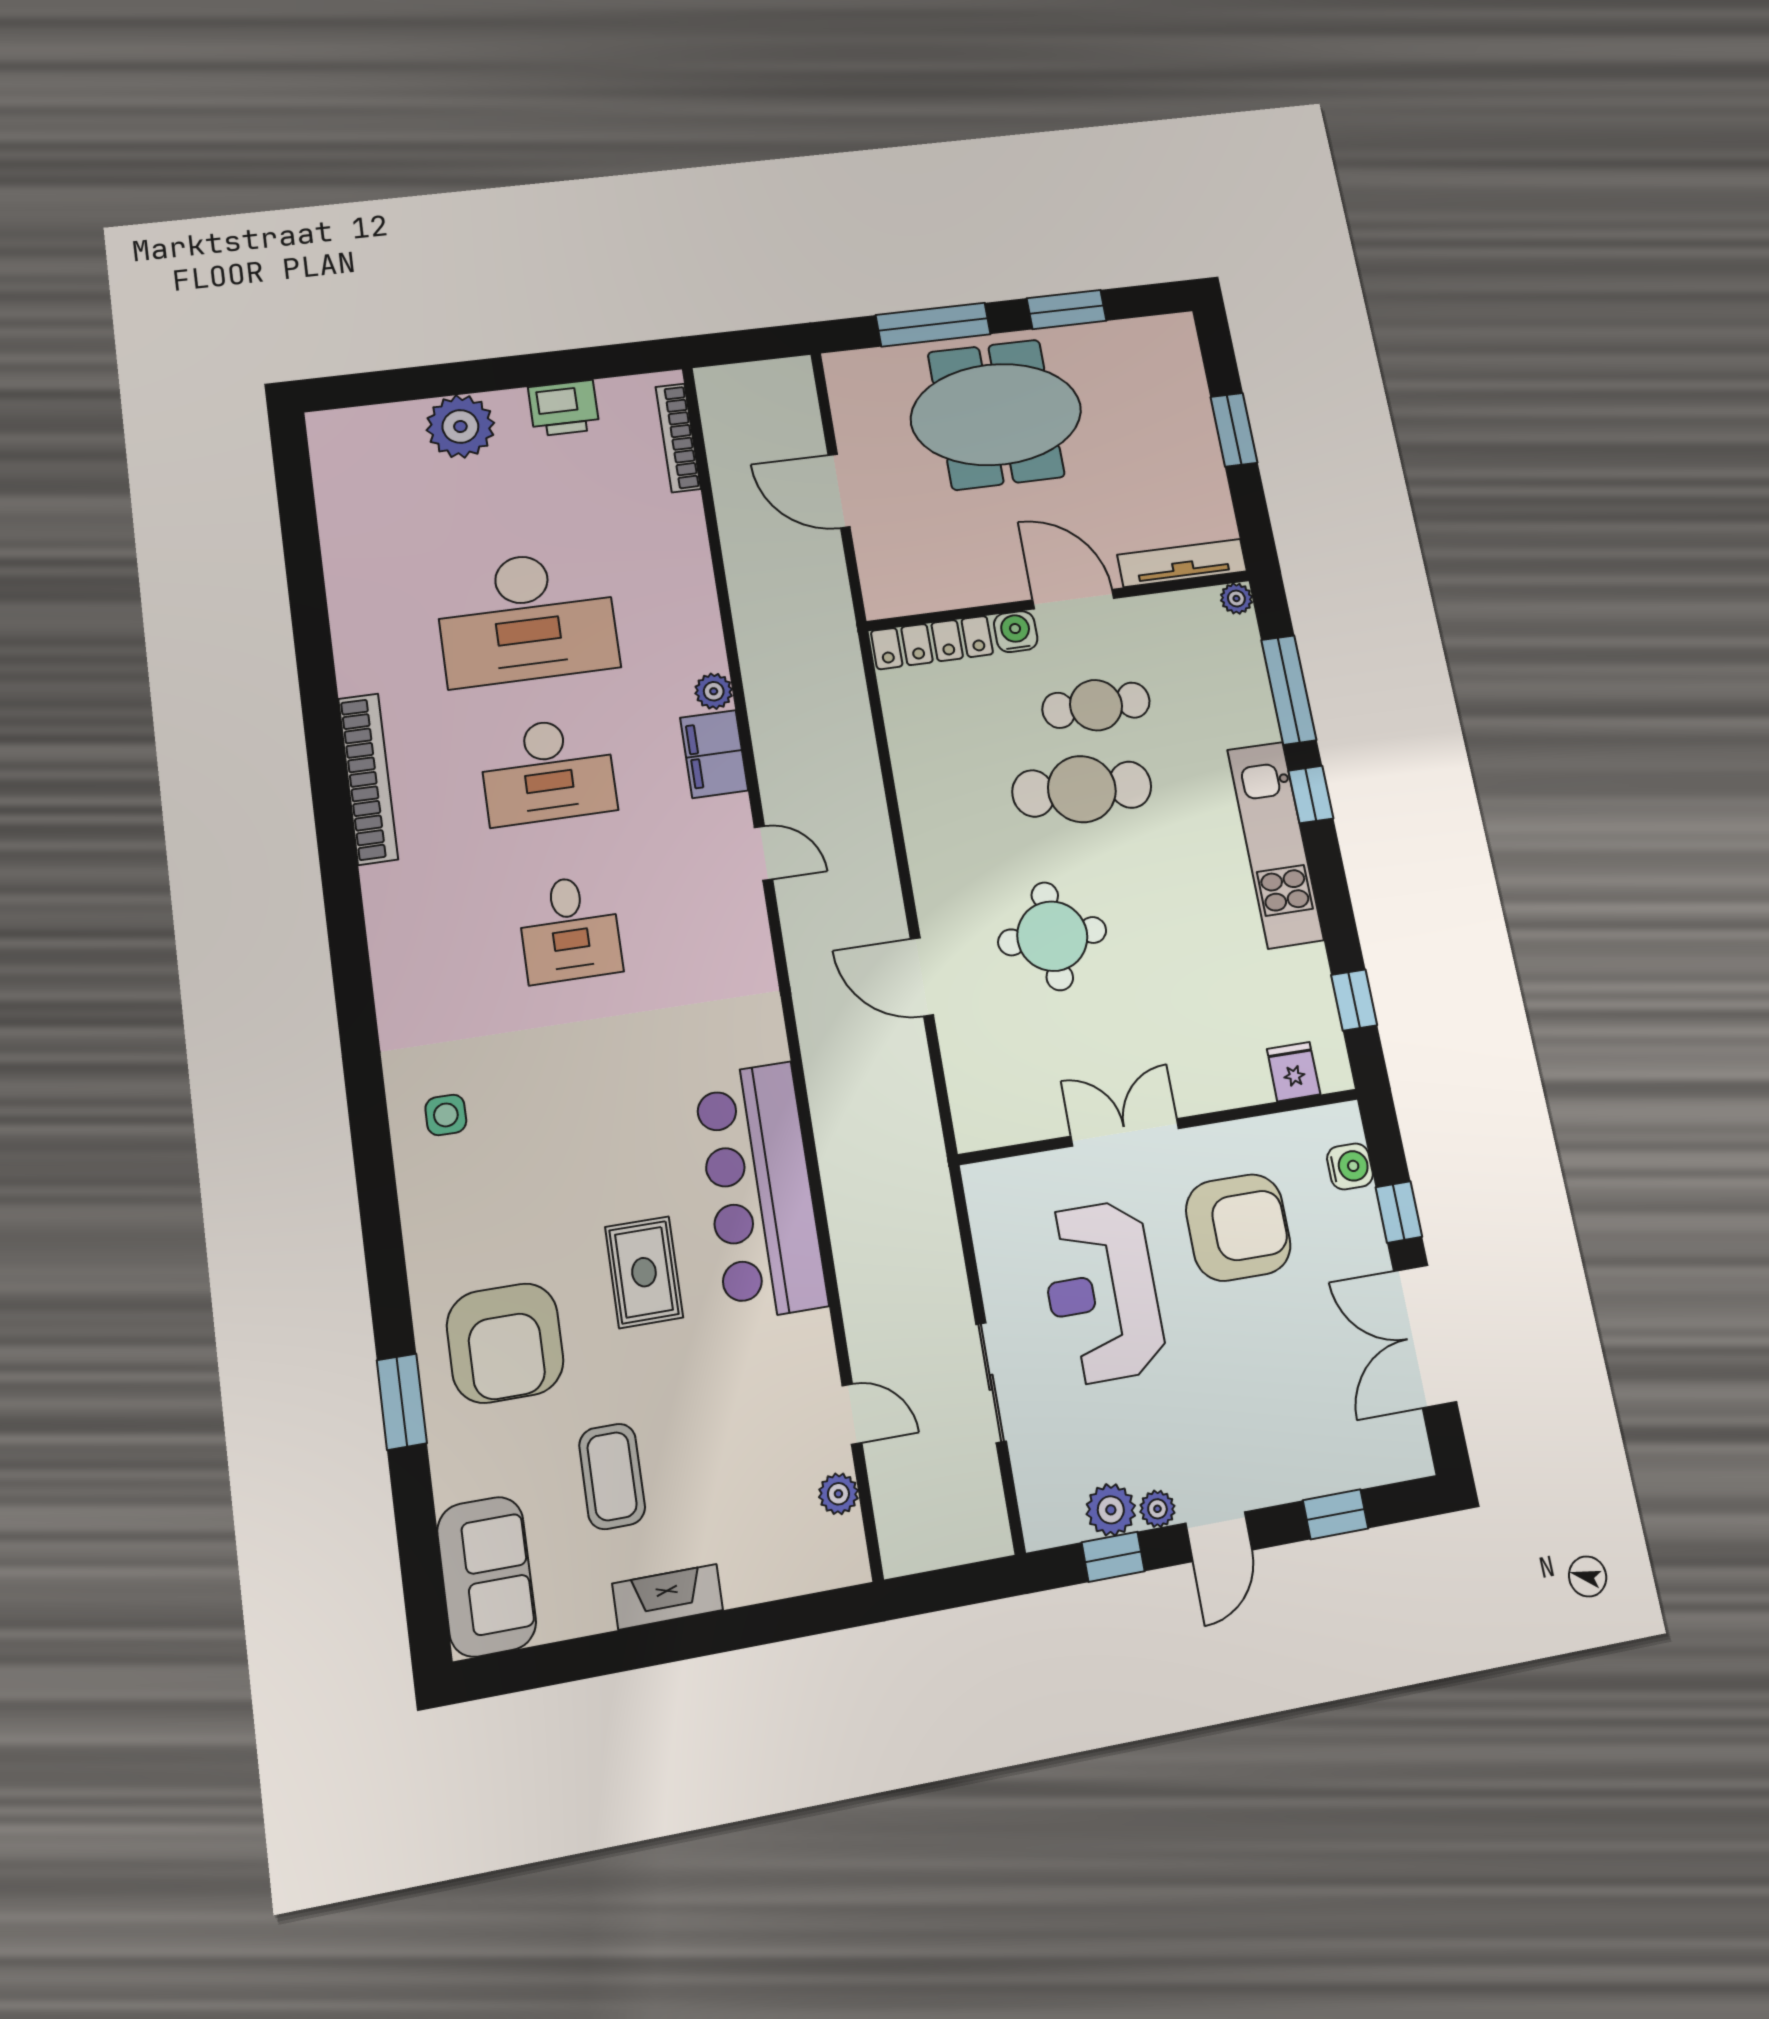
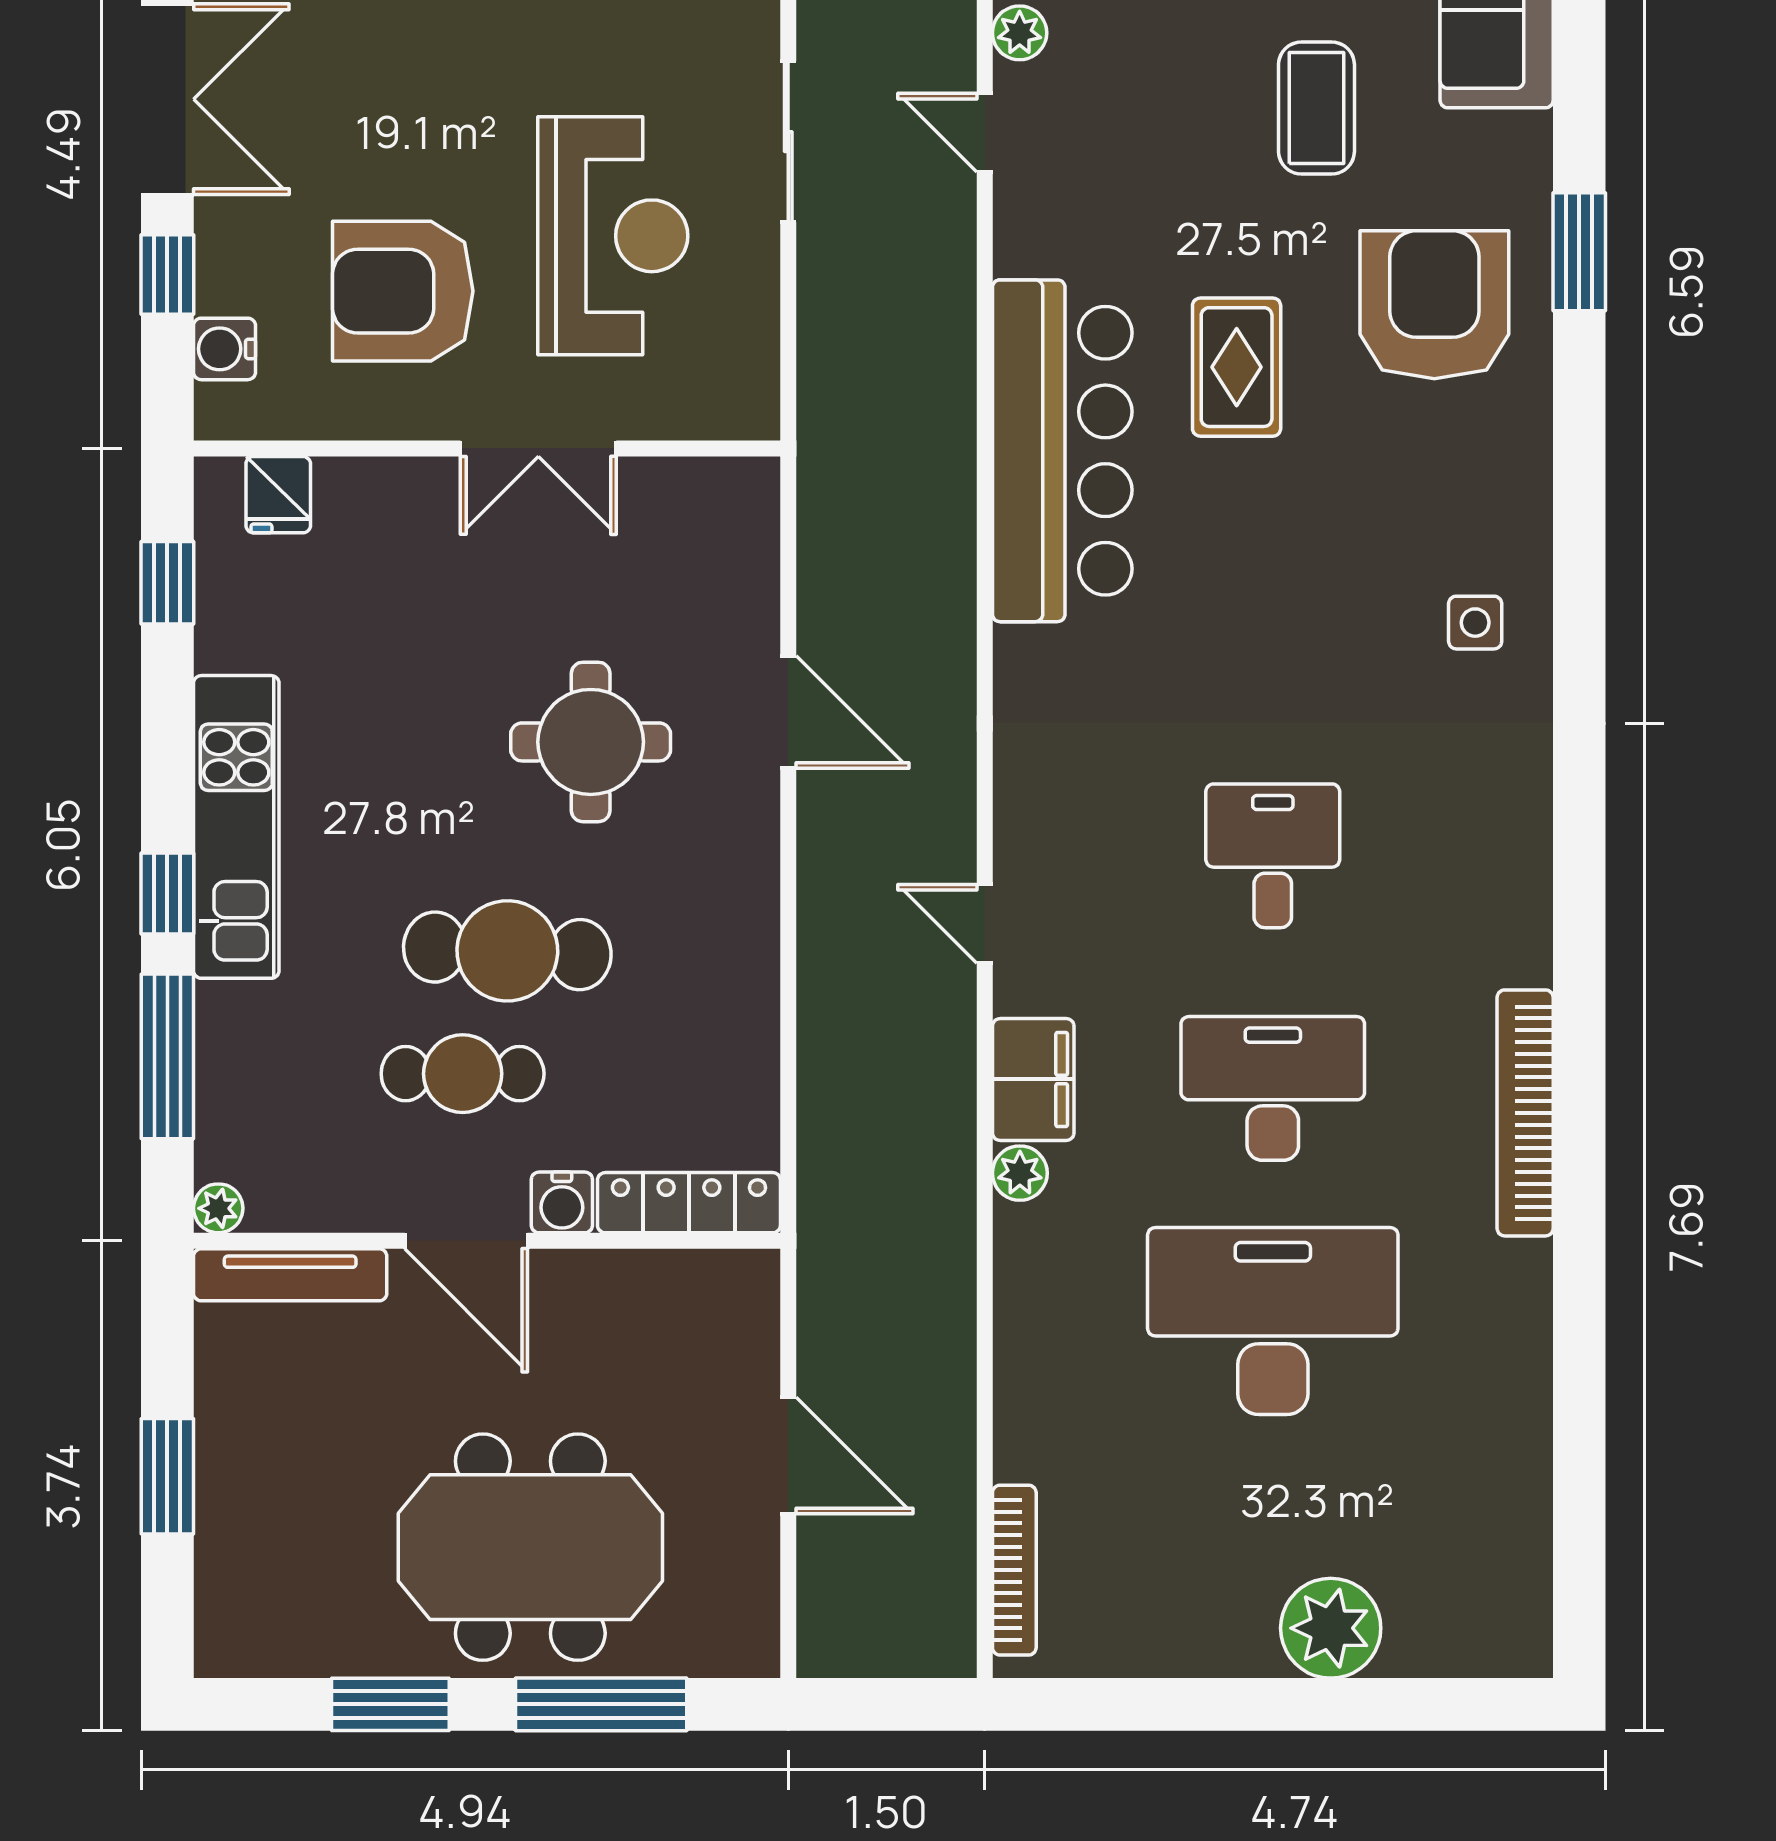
printer: (564, 408) -> (1176, 1638), removed

